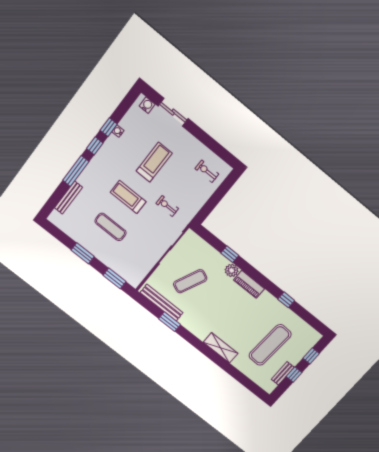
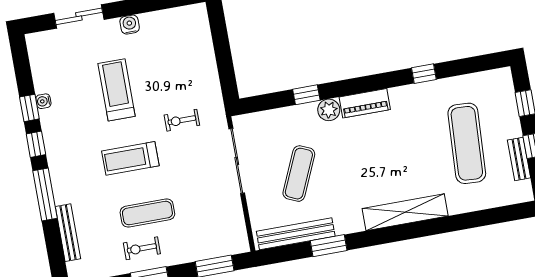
water cooler: (147, 105) -> (130, 25), moved
exercise bike: (207, 171) -> (142, 248), moved
shelving: (221, 348) -> (405, 212), width x1.47

